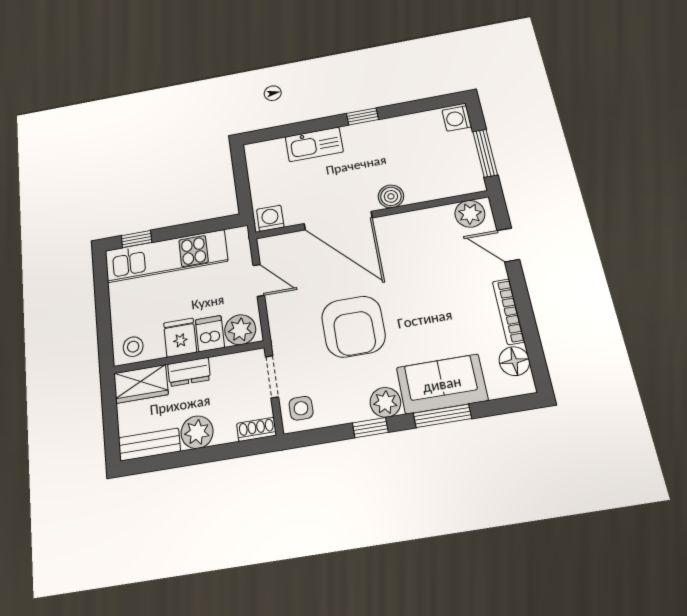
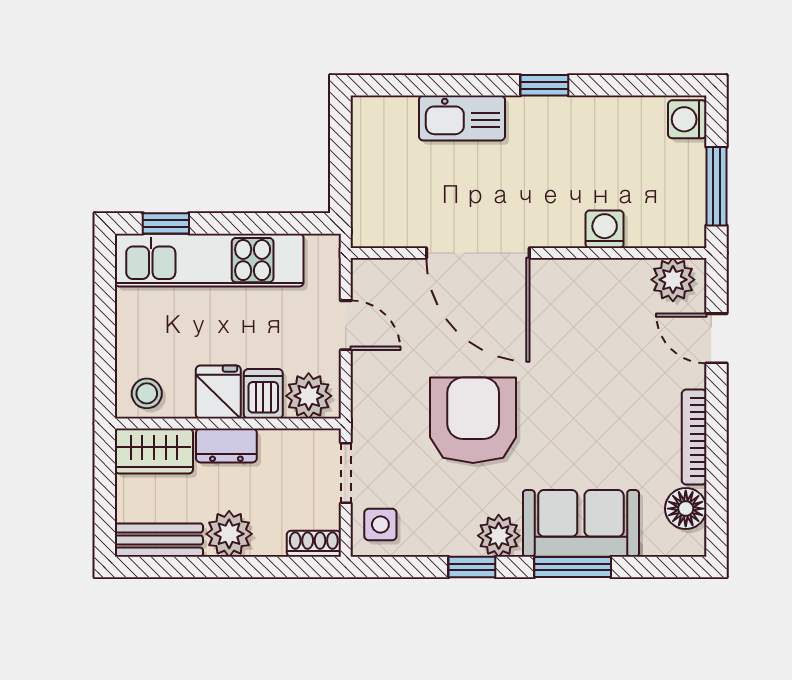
boiler: (391, 196) -> (563, 229), removed
washing machine: (270, 218) -> (605, 229), moved
armchair: (353, 327) -> (473, 420), turned 180

